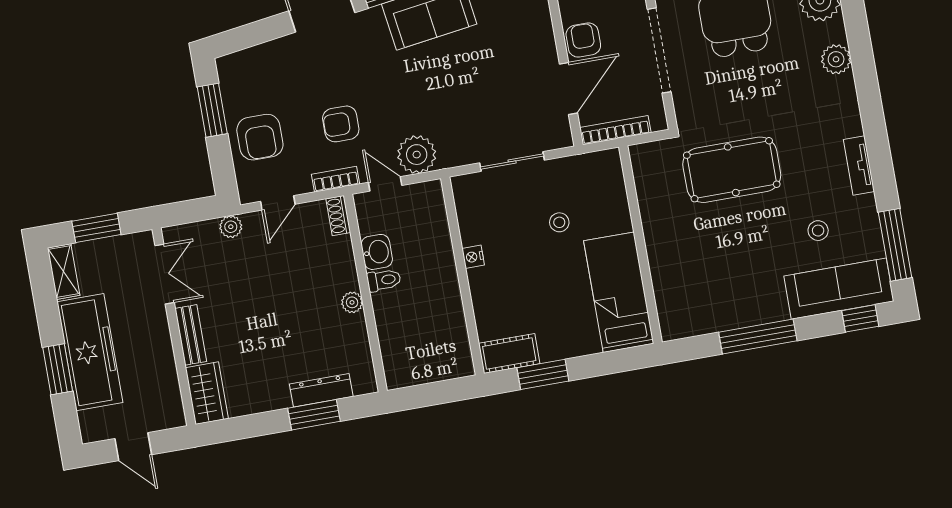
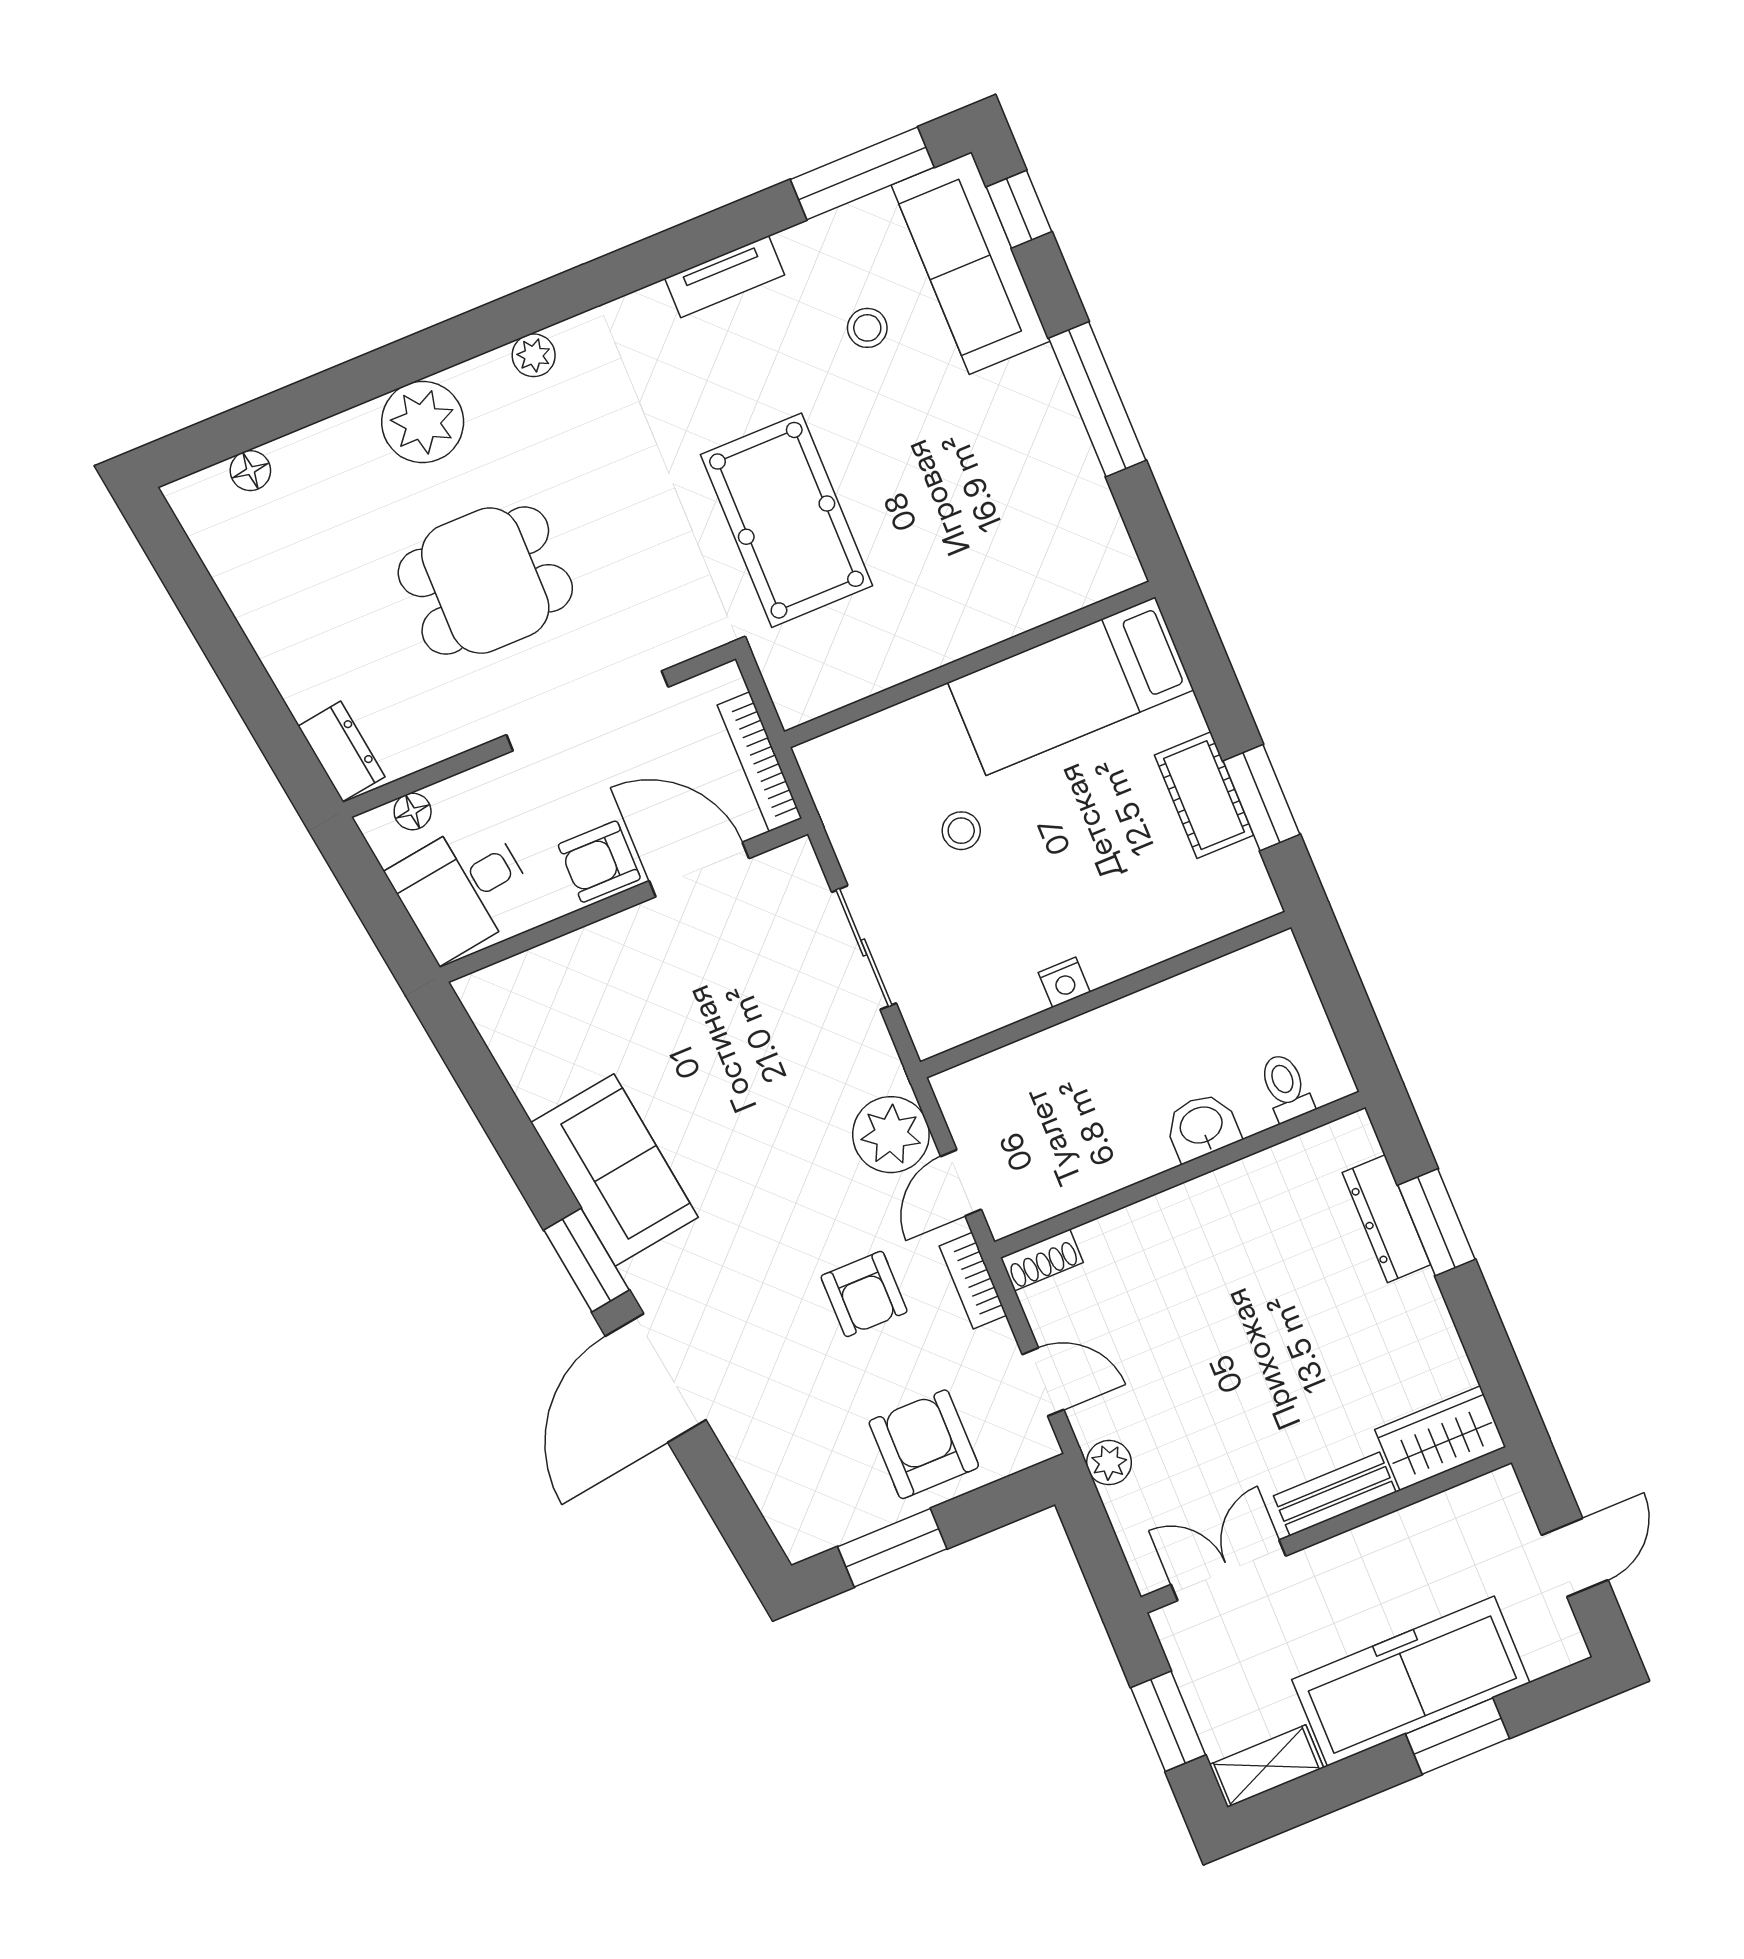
plant: (836, 59) -> (534, 355), width x0.73, depth x0.73
armchair: (260, 137) -> (924, 1444), turned -90
washbasin: (377, 252) -> (1202, 1127), moved
toilet: (384, 280) -> (1286, 1087), moved
plant: (352, 302) -> (1204, 1197), removed
cot: (509, 353) -> (1204, 795), moved

